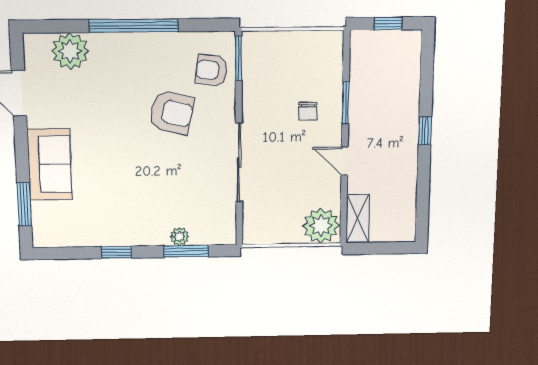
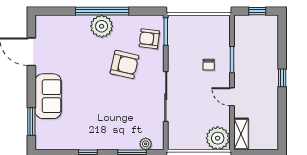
plant: (70, 51) -> (102, 26), moved
plant: (179, 236) -> (146, 144), moved

